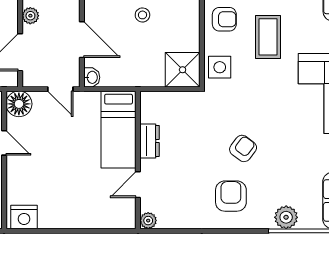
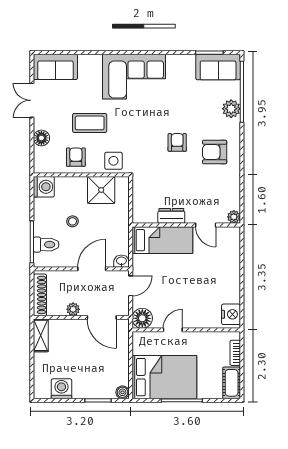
shower: (183, 70) -> (101, 190), moved
armchair: (243, 148) -> (177, 142), turned 53

